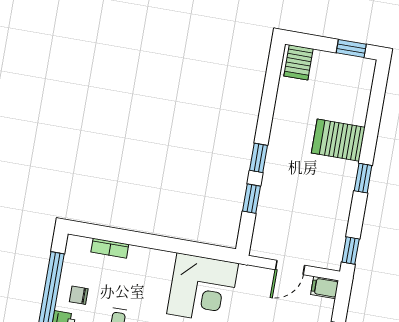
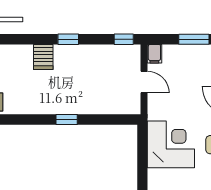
server rack: (338, 140) -> (43, 57), width x0.73, depth x0.70
window: (251, 199) -> (98, 119), removed

